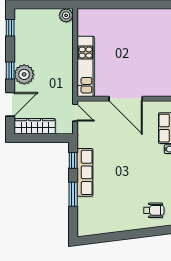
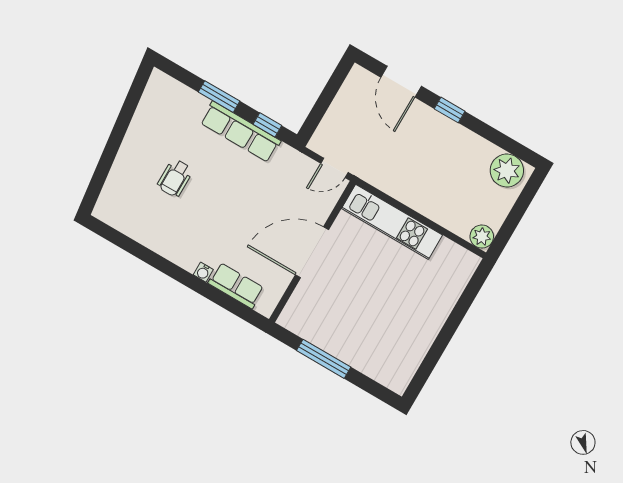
window: (10, 28) -> (511, 146), removed
plant: (24, 74) -> (507, 170), moved
wardrobe: (35, 126) -> (349, 98), removed
wheelchair: (154, 210) -> (175, 178), moved

